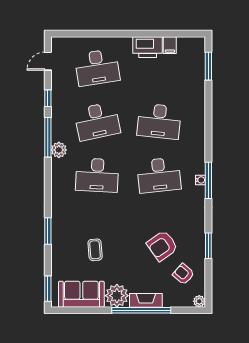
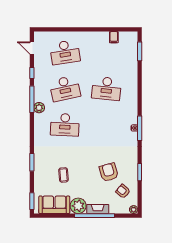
printer: (148, 47) -> (99, 39), removed
door: (48, 61) -> (32, 48), hinge flipped
desk: (159, 175) -> (107, 125), removed
armchair: (162, 246) -> (109, 172), turned 109

